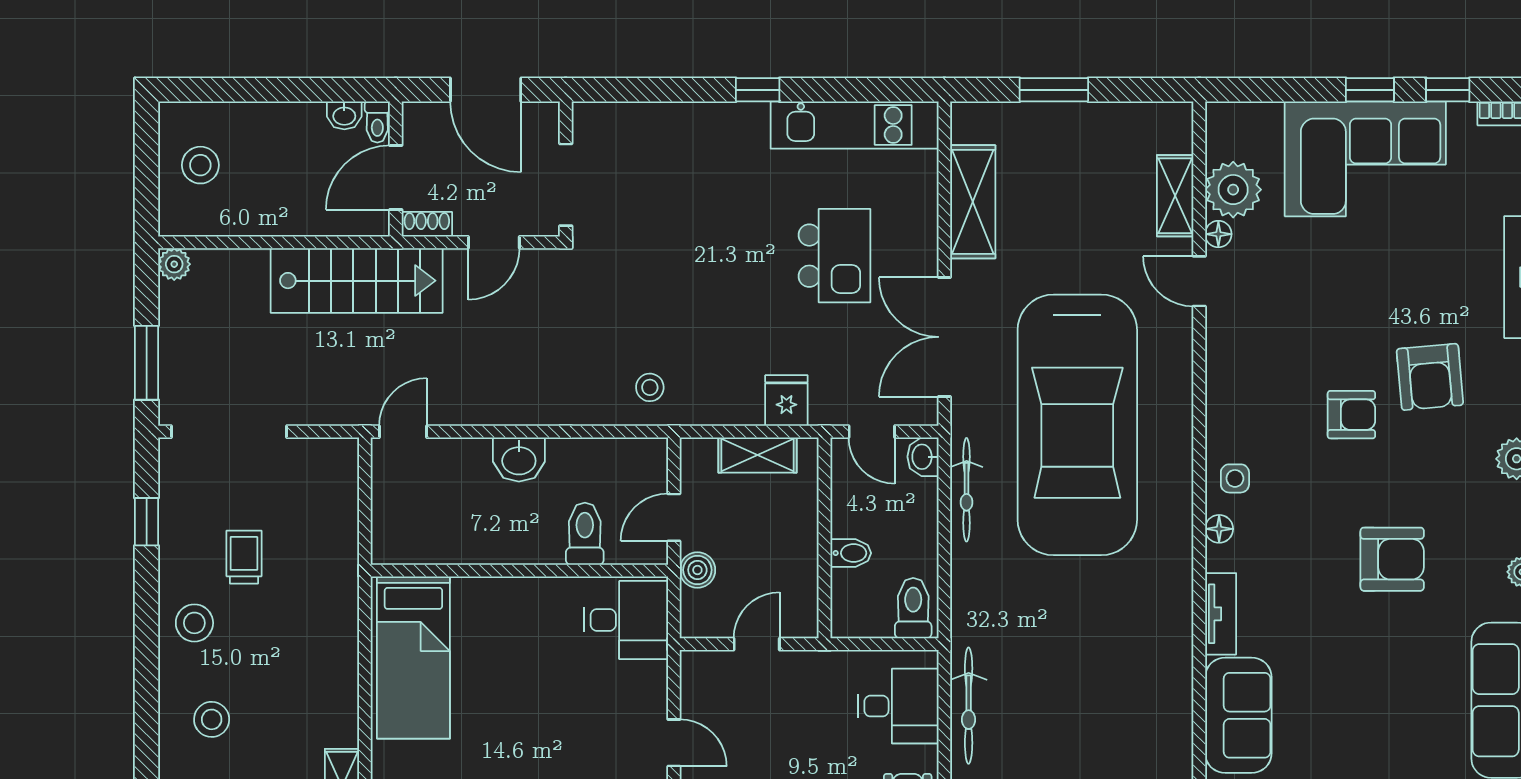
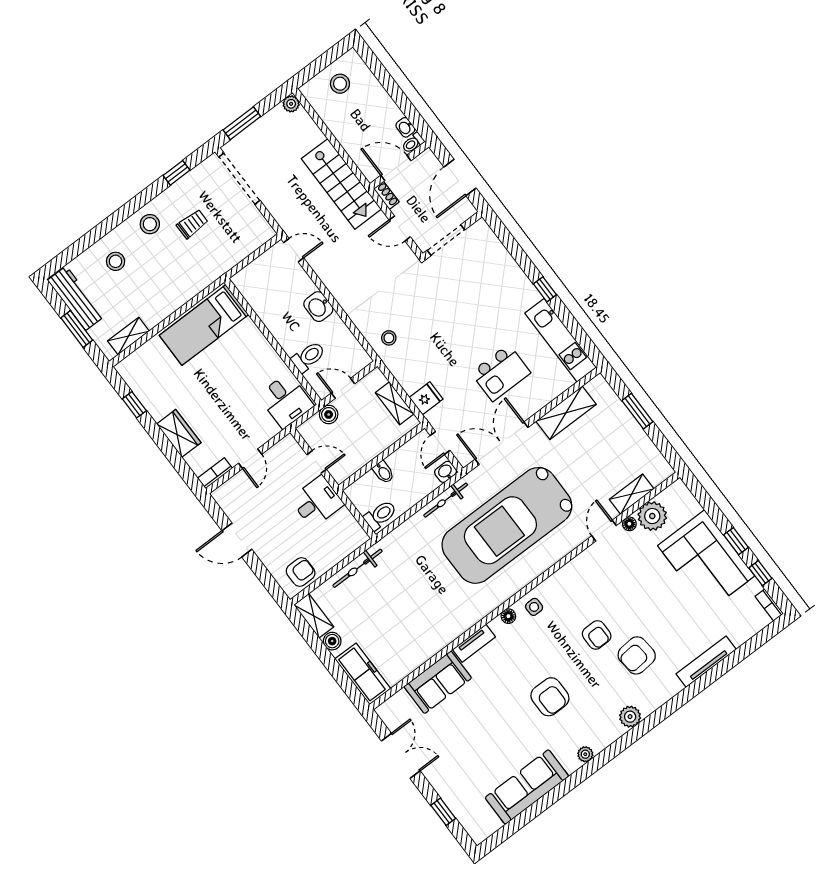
desk: (898, 706) -> (317, 502), moved, turned -90

